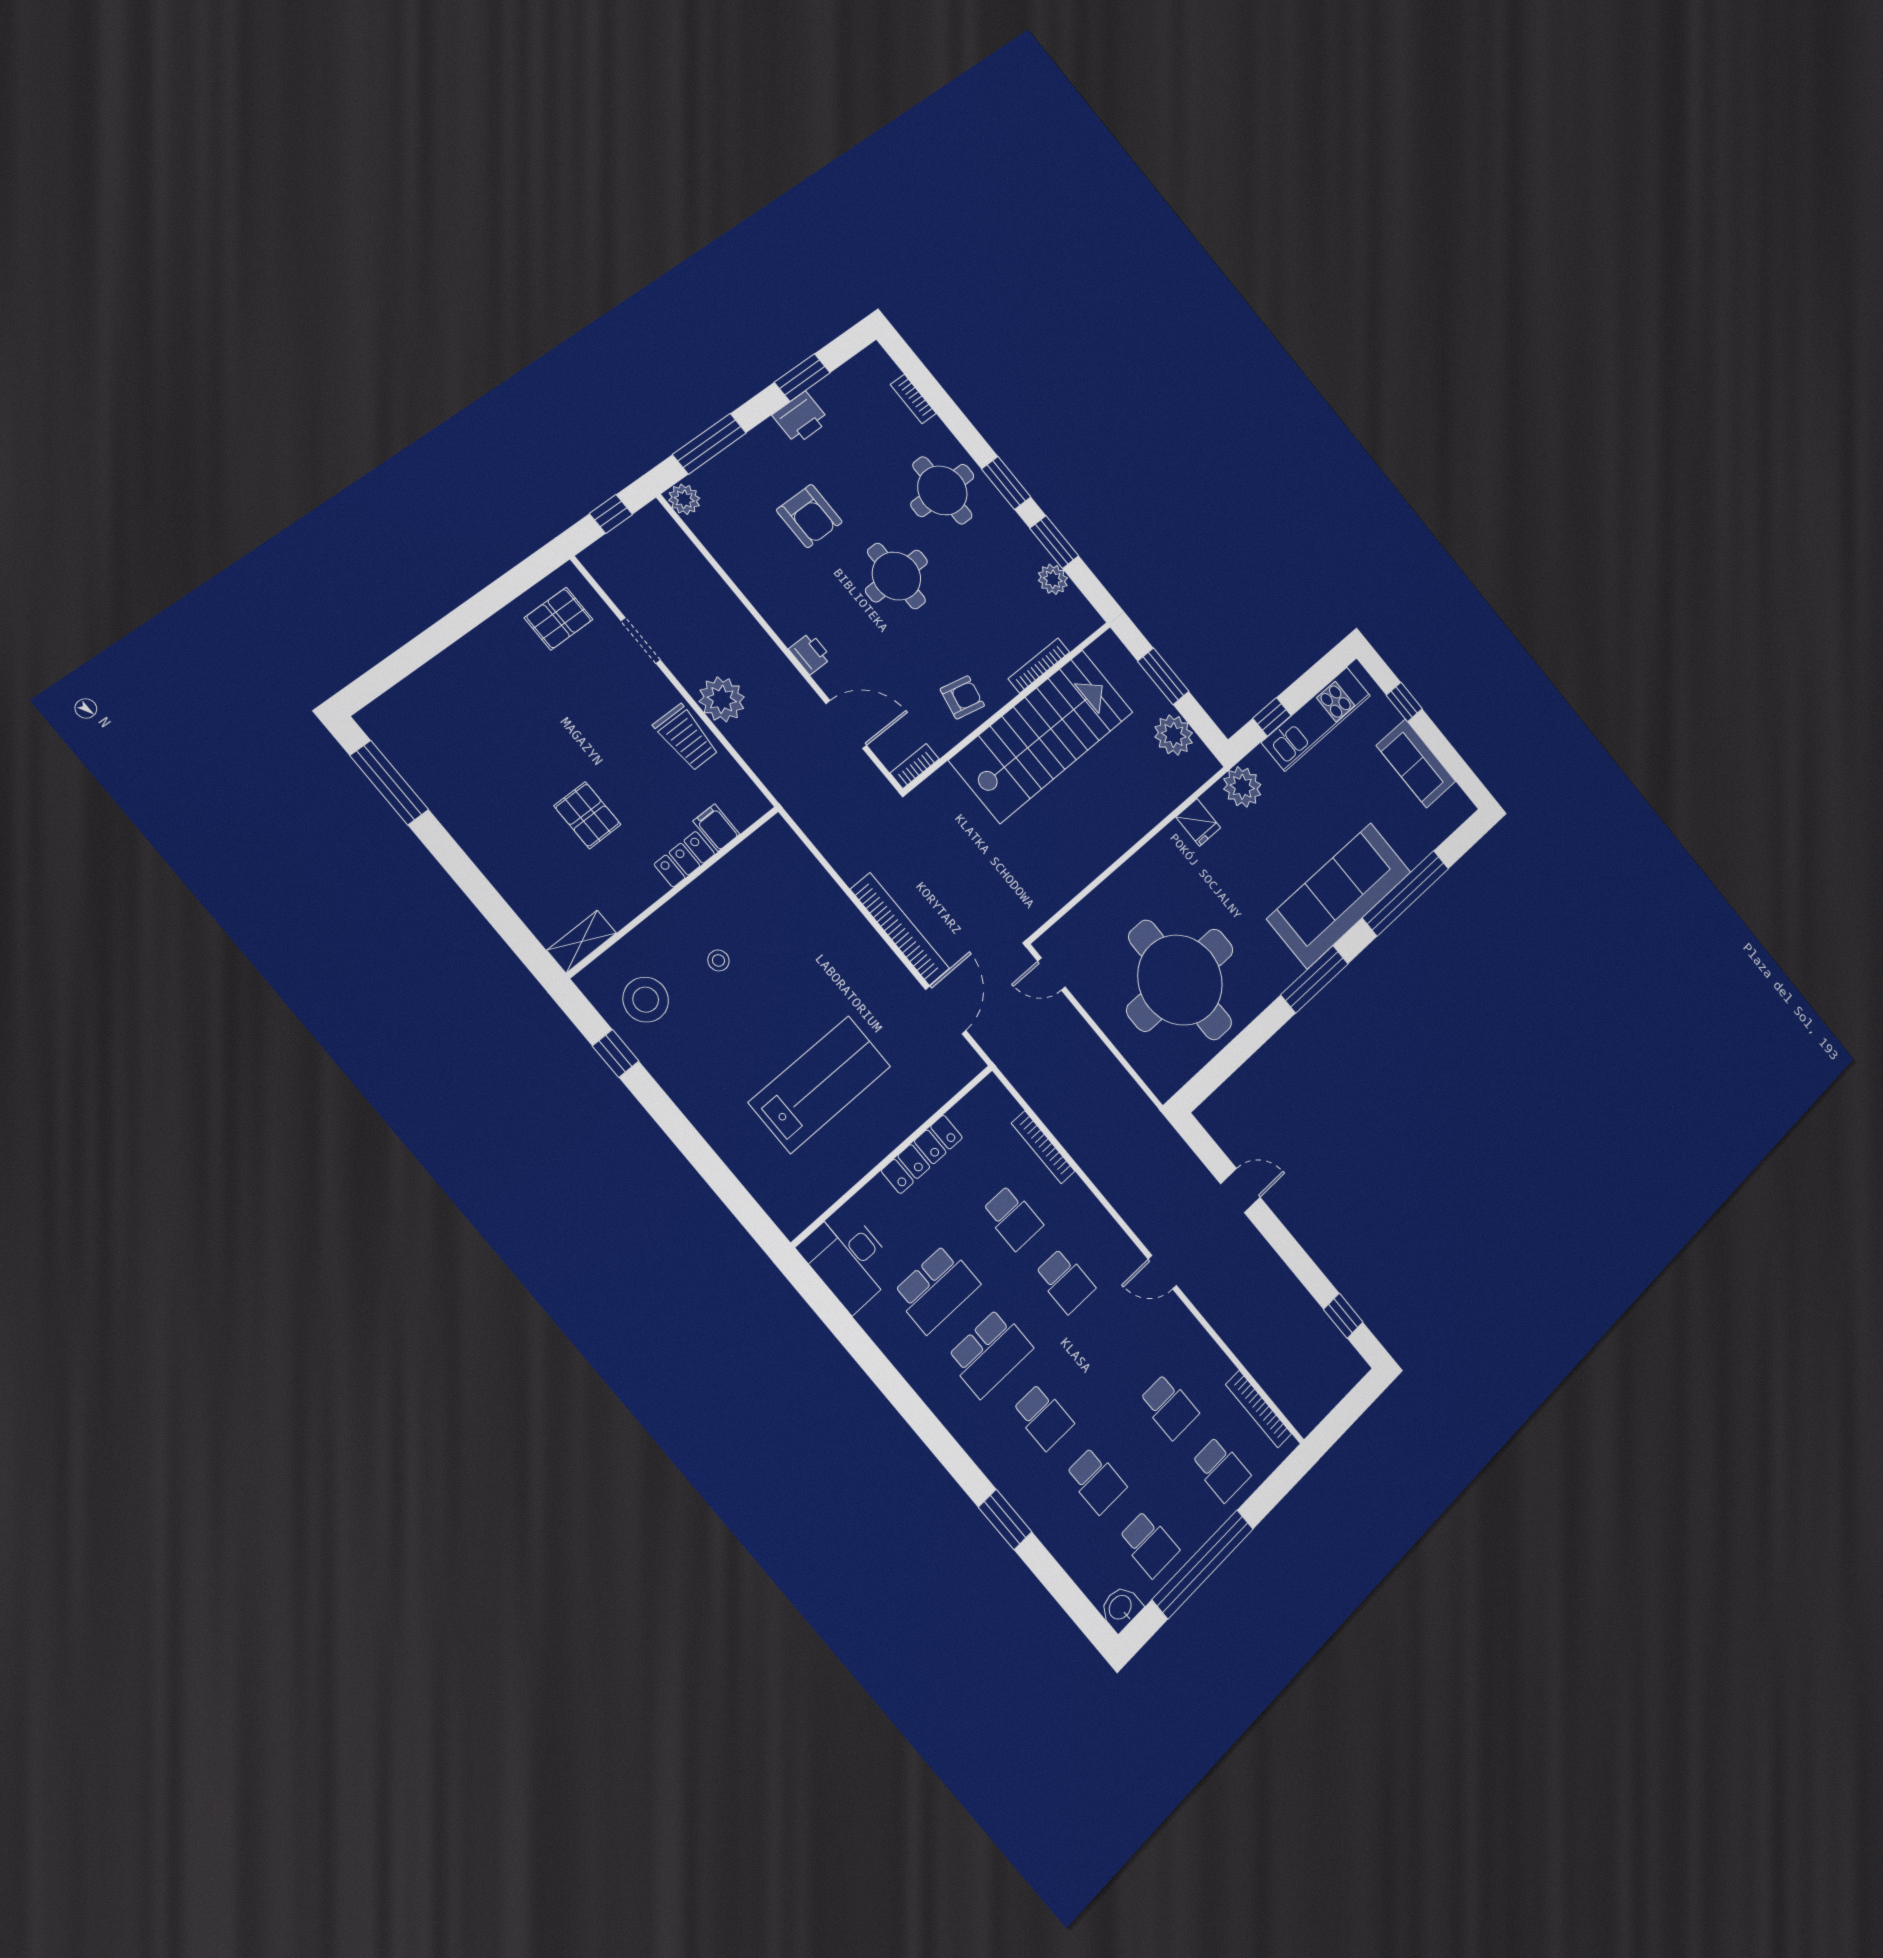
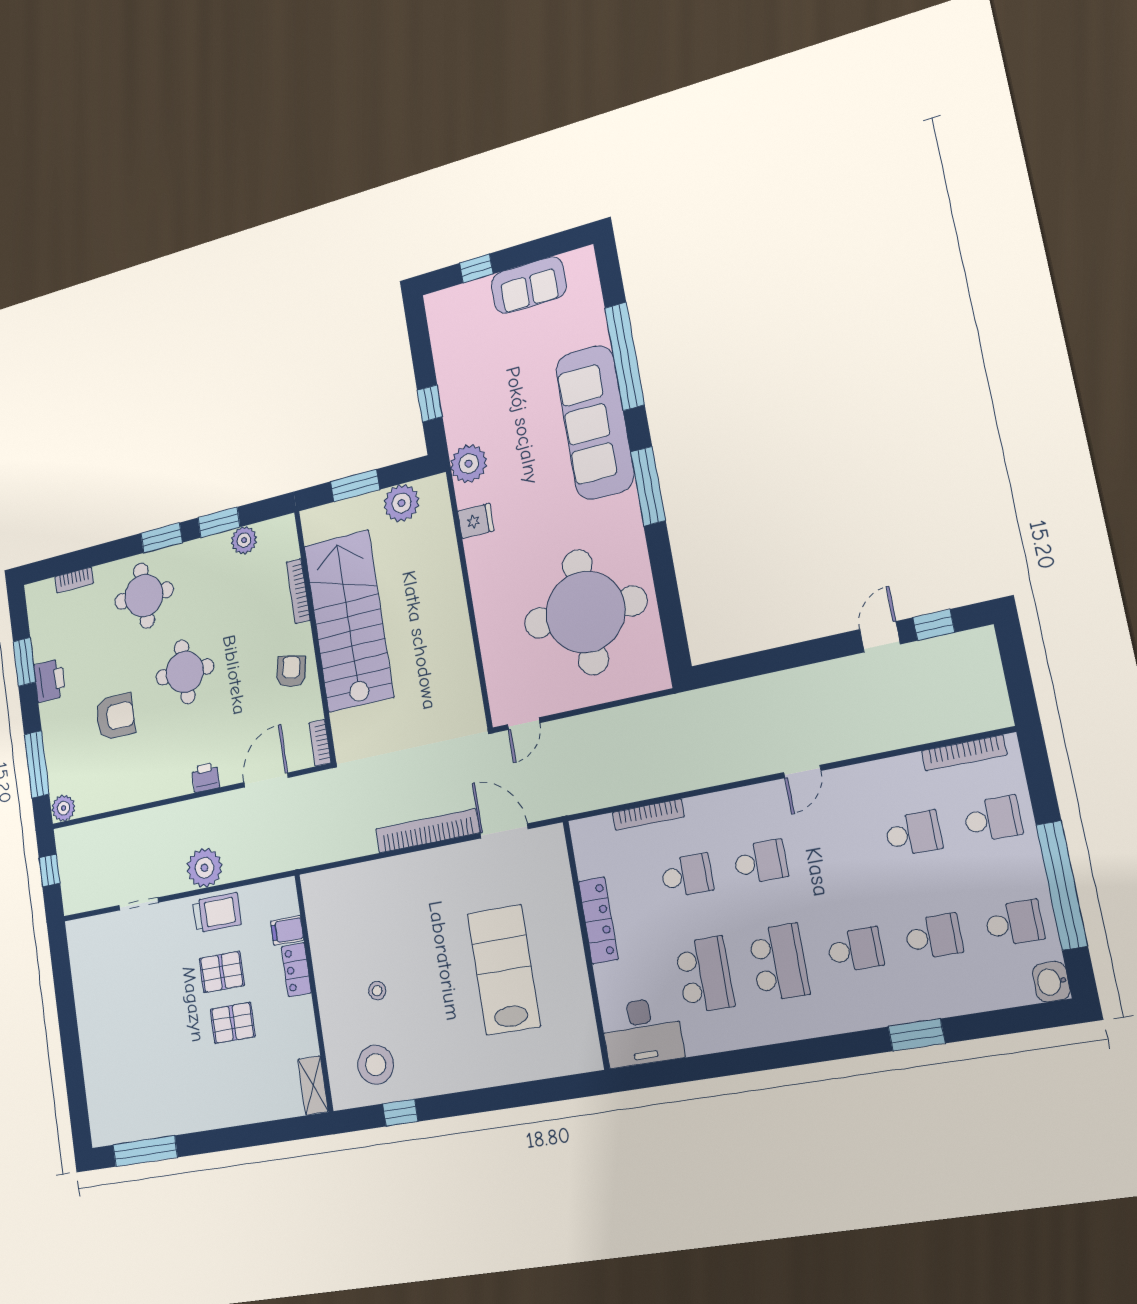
pallet: (559, 619) -> (222, 972), moved, turned 90
kitchen unit: (1316, 719) -> (450, 362), removed
door: (1240, 1191) -> (880, 637), moved

